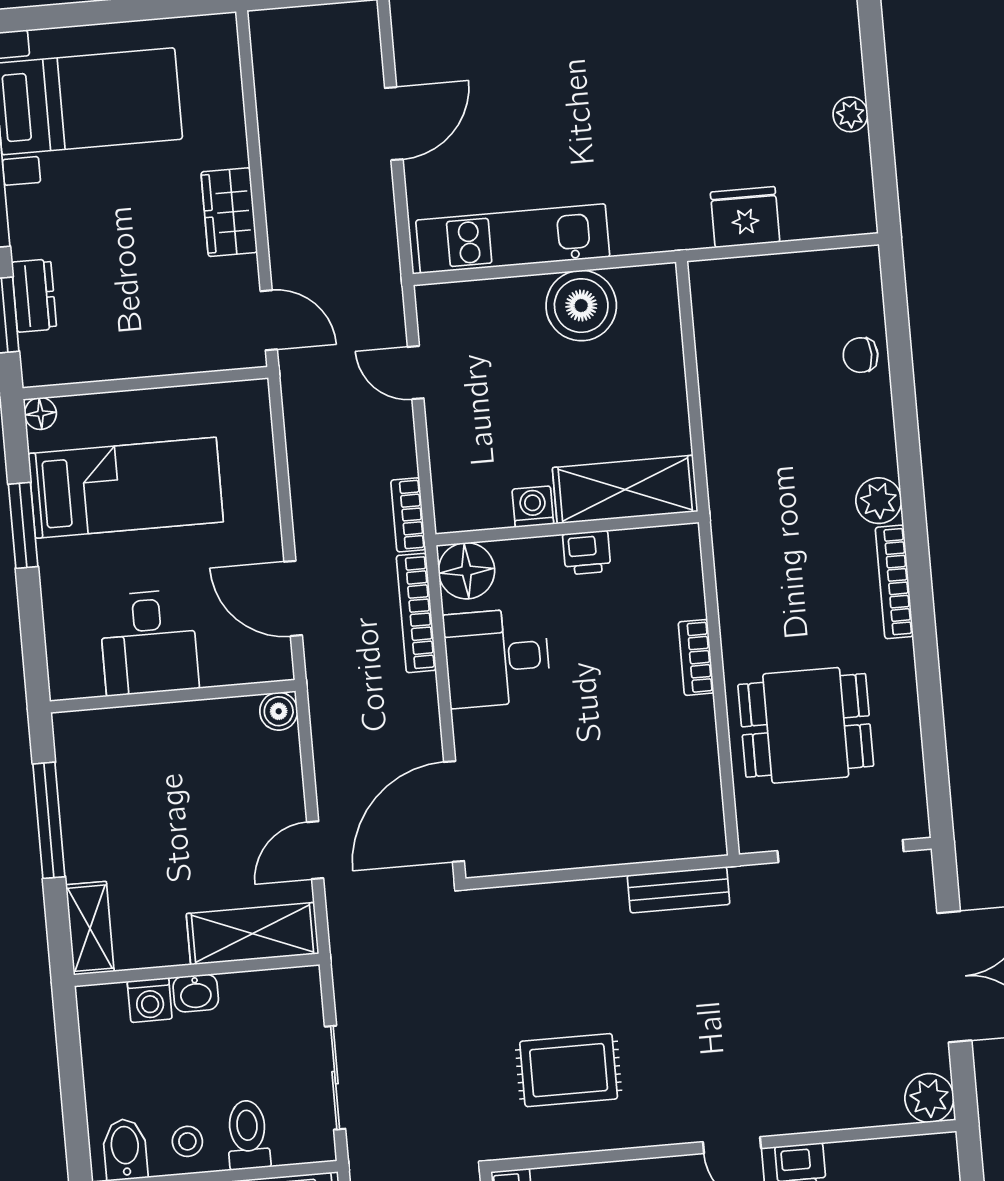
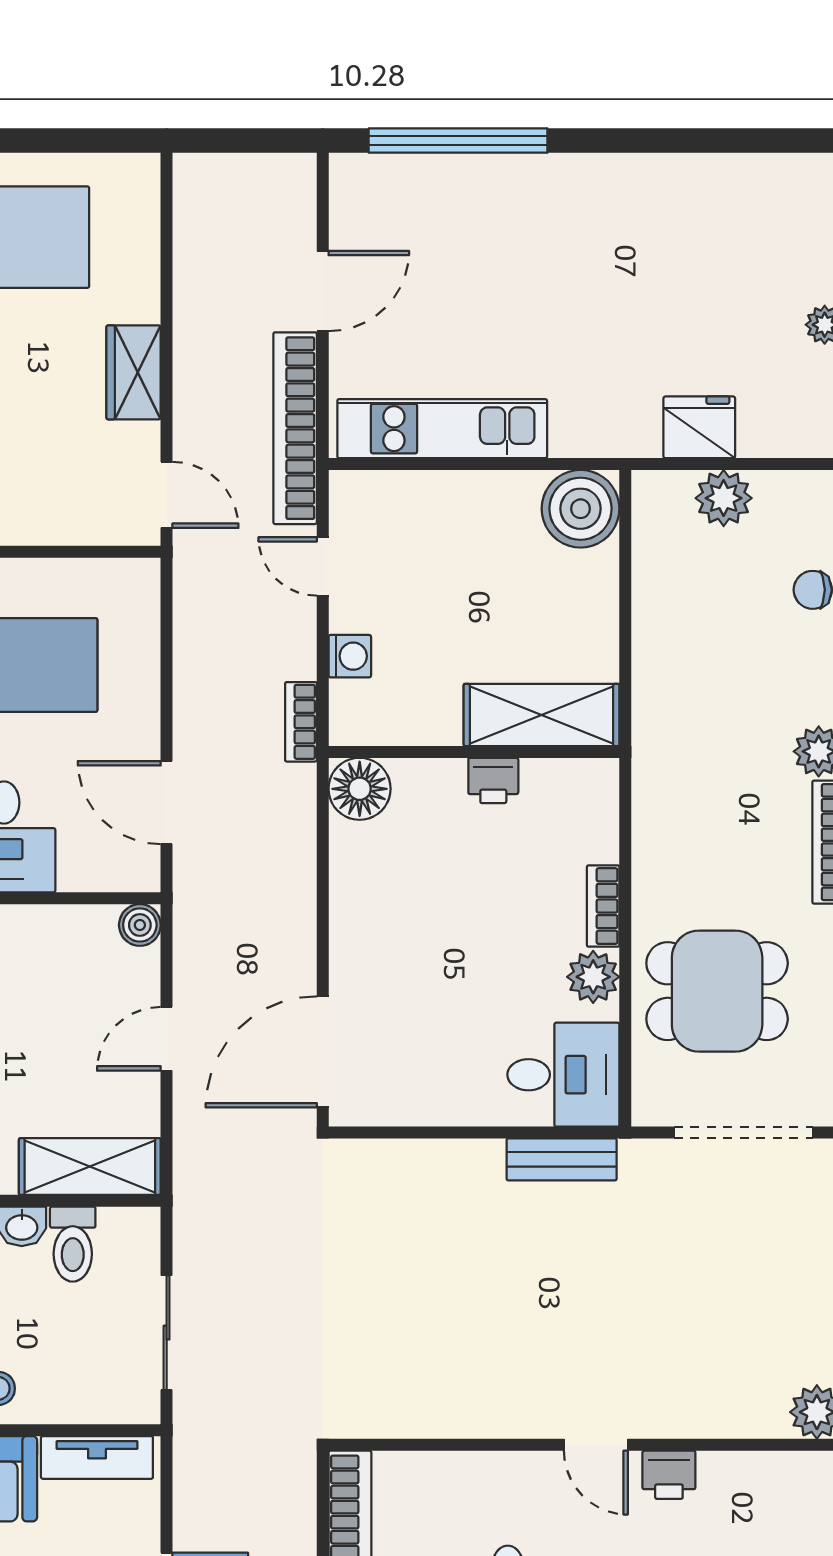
plant: (773, 279) -> (724, 498), added
boiler: (581, 306) -> (581, 509), moved
washing machine: (533, 507) -> (350, 656), moved, turned 90
bookcase: (416, 613) -> (295, 428), moved, width x1.48, depth x1.31
desk: (497, 658) -> (563, 1075), moved, turned 180
plant: (693, 722) -> (593, 977), added
door: (315, 850) -> (167, 1039), moved
rug: (569, 1070) -> (424, 1347), removed
toilet: (248, 1135) -> (73, 1244), moved, turned 180

